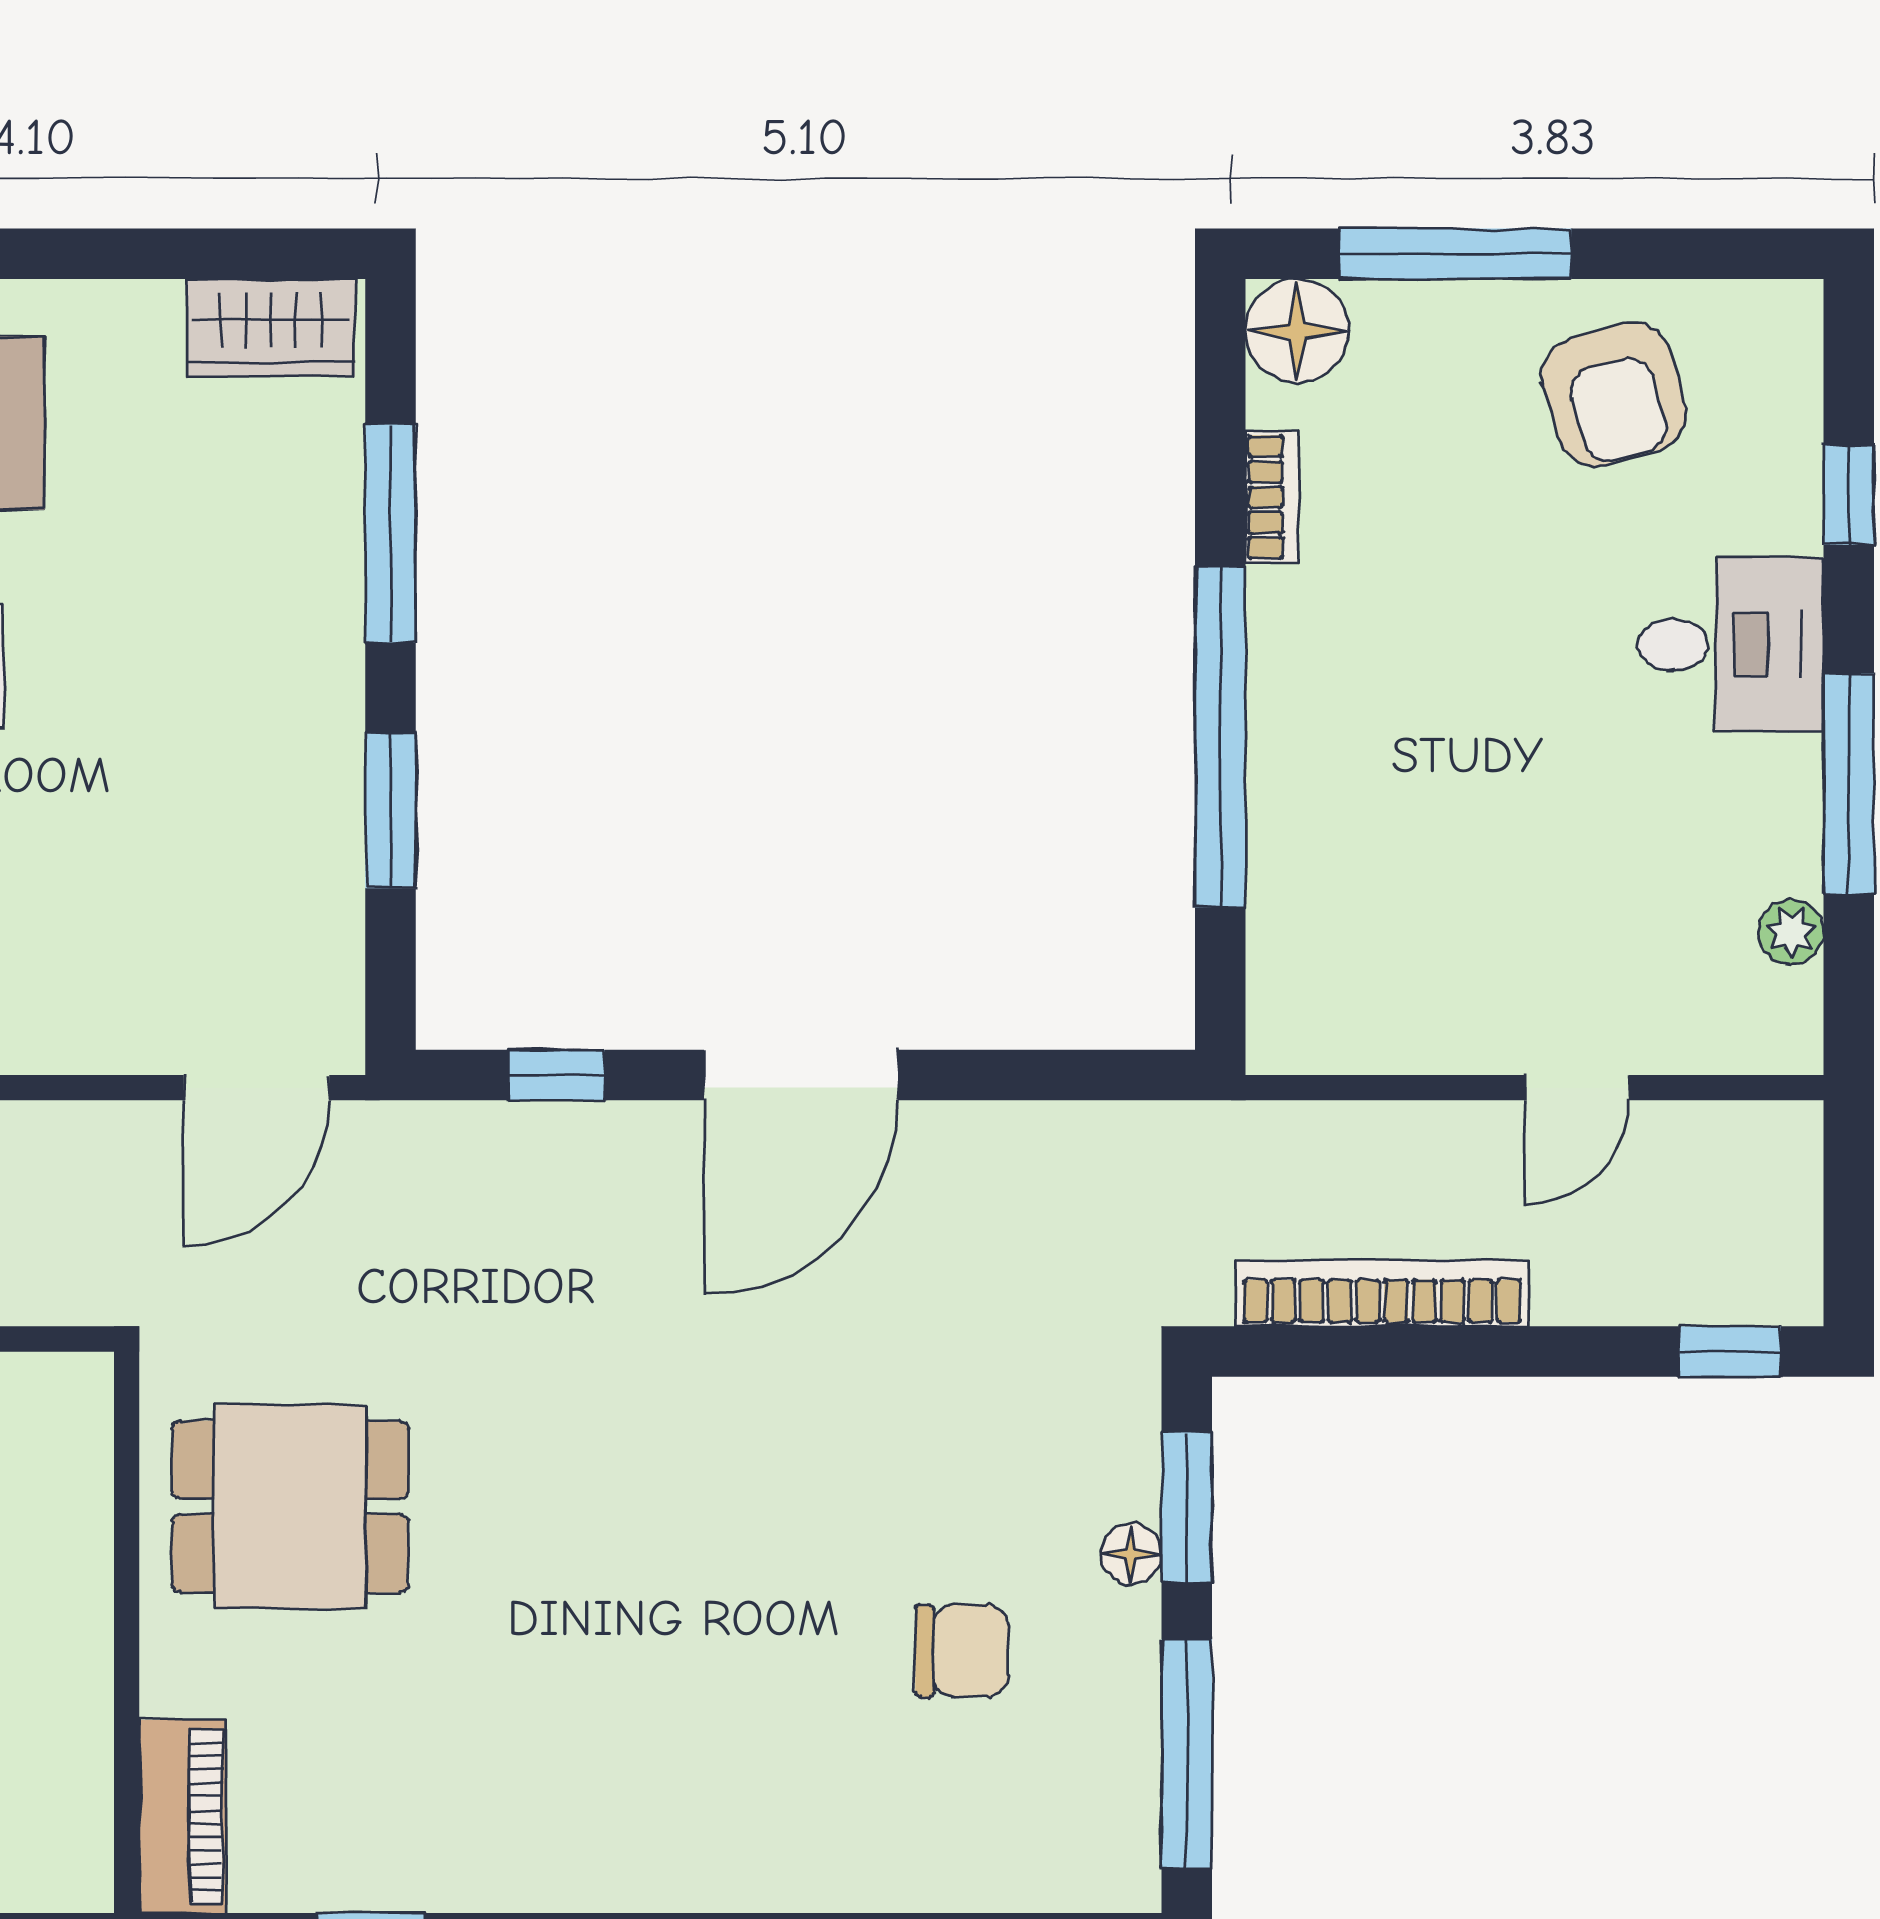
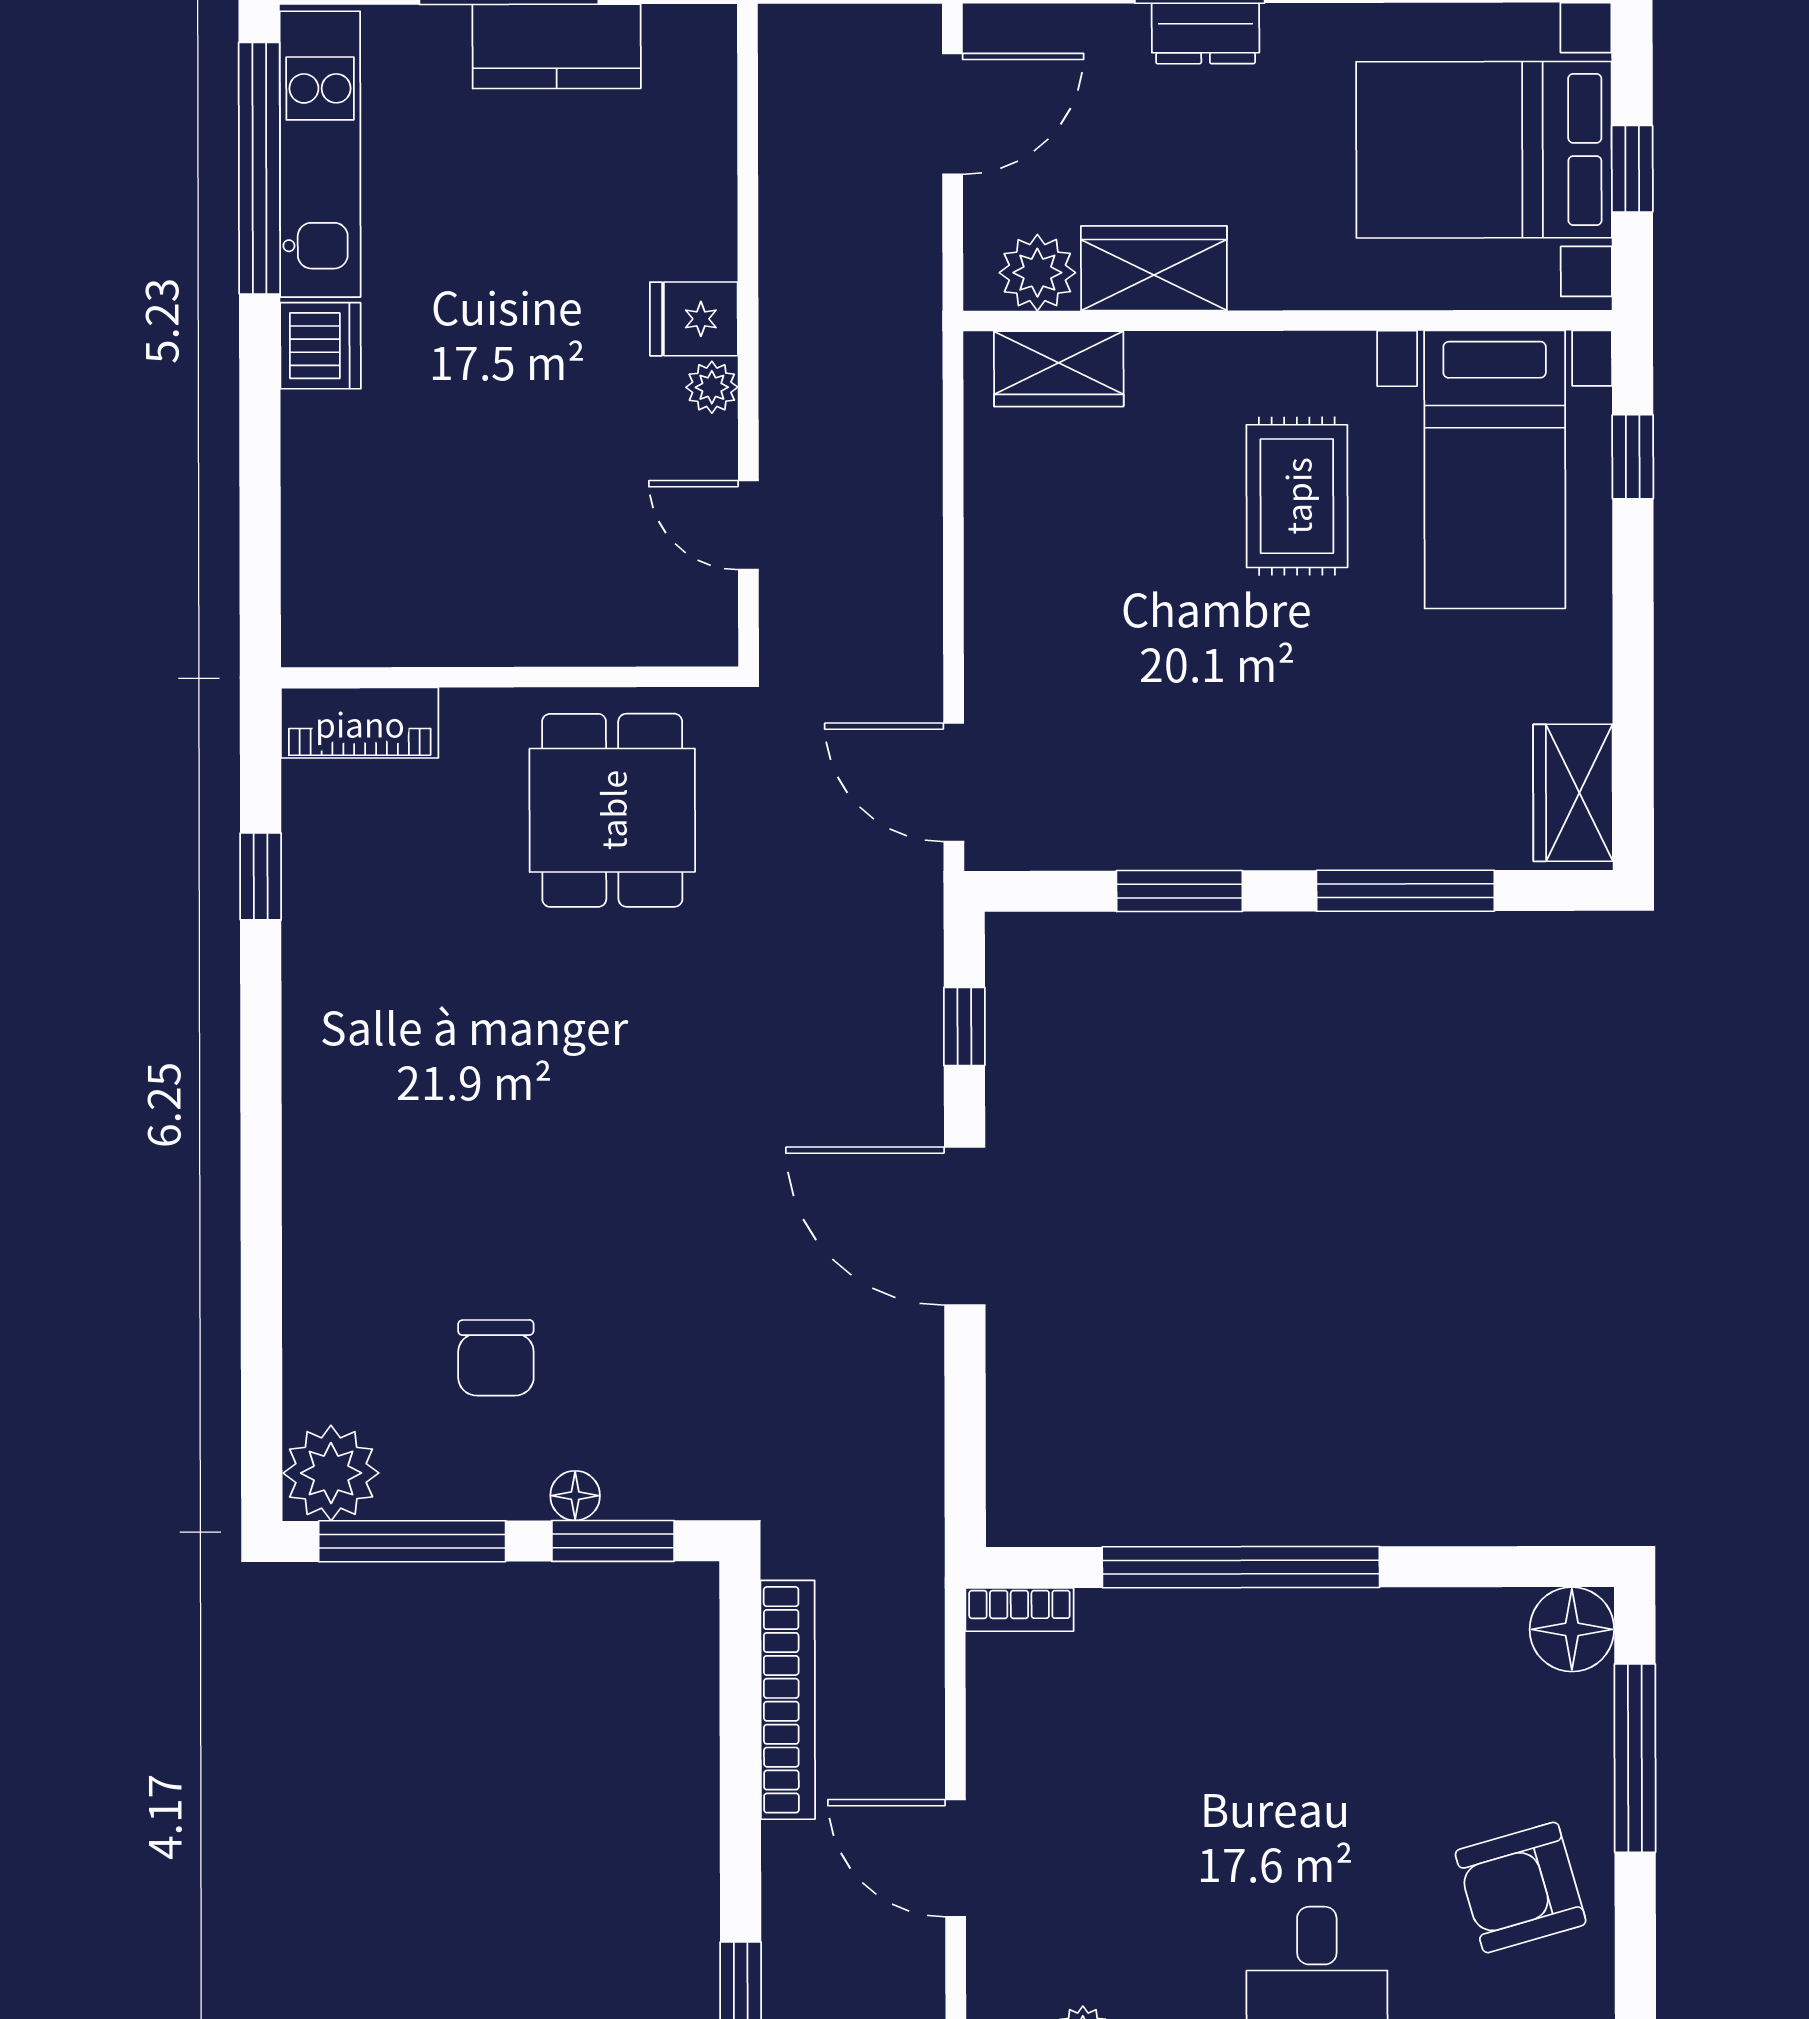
bookcase: (1272, 497) -> (1019, 1610), moved
door: (1577, 1088) -> (956, 1858), width x1.38
plant: (1103, 1853) -> (331, 1473), added

